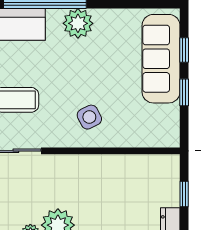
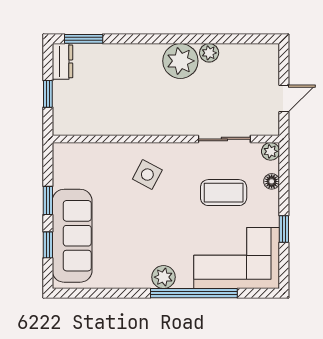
plant: (78, 23) -> (163, 277), width x0.73, depth x0.73
side table: (89, 117) -> (147, 175), turned -35

